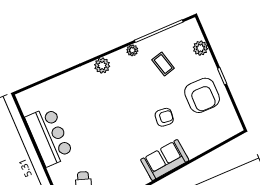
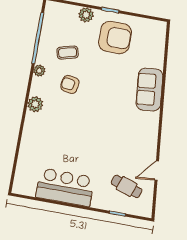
plant: (200, 48) -> (86, 15), moved
armchair: (164, 117) -> (70, 84), moved, turned -87
sofa: (165, 160) -> (149, 90), moved

